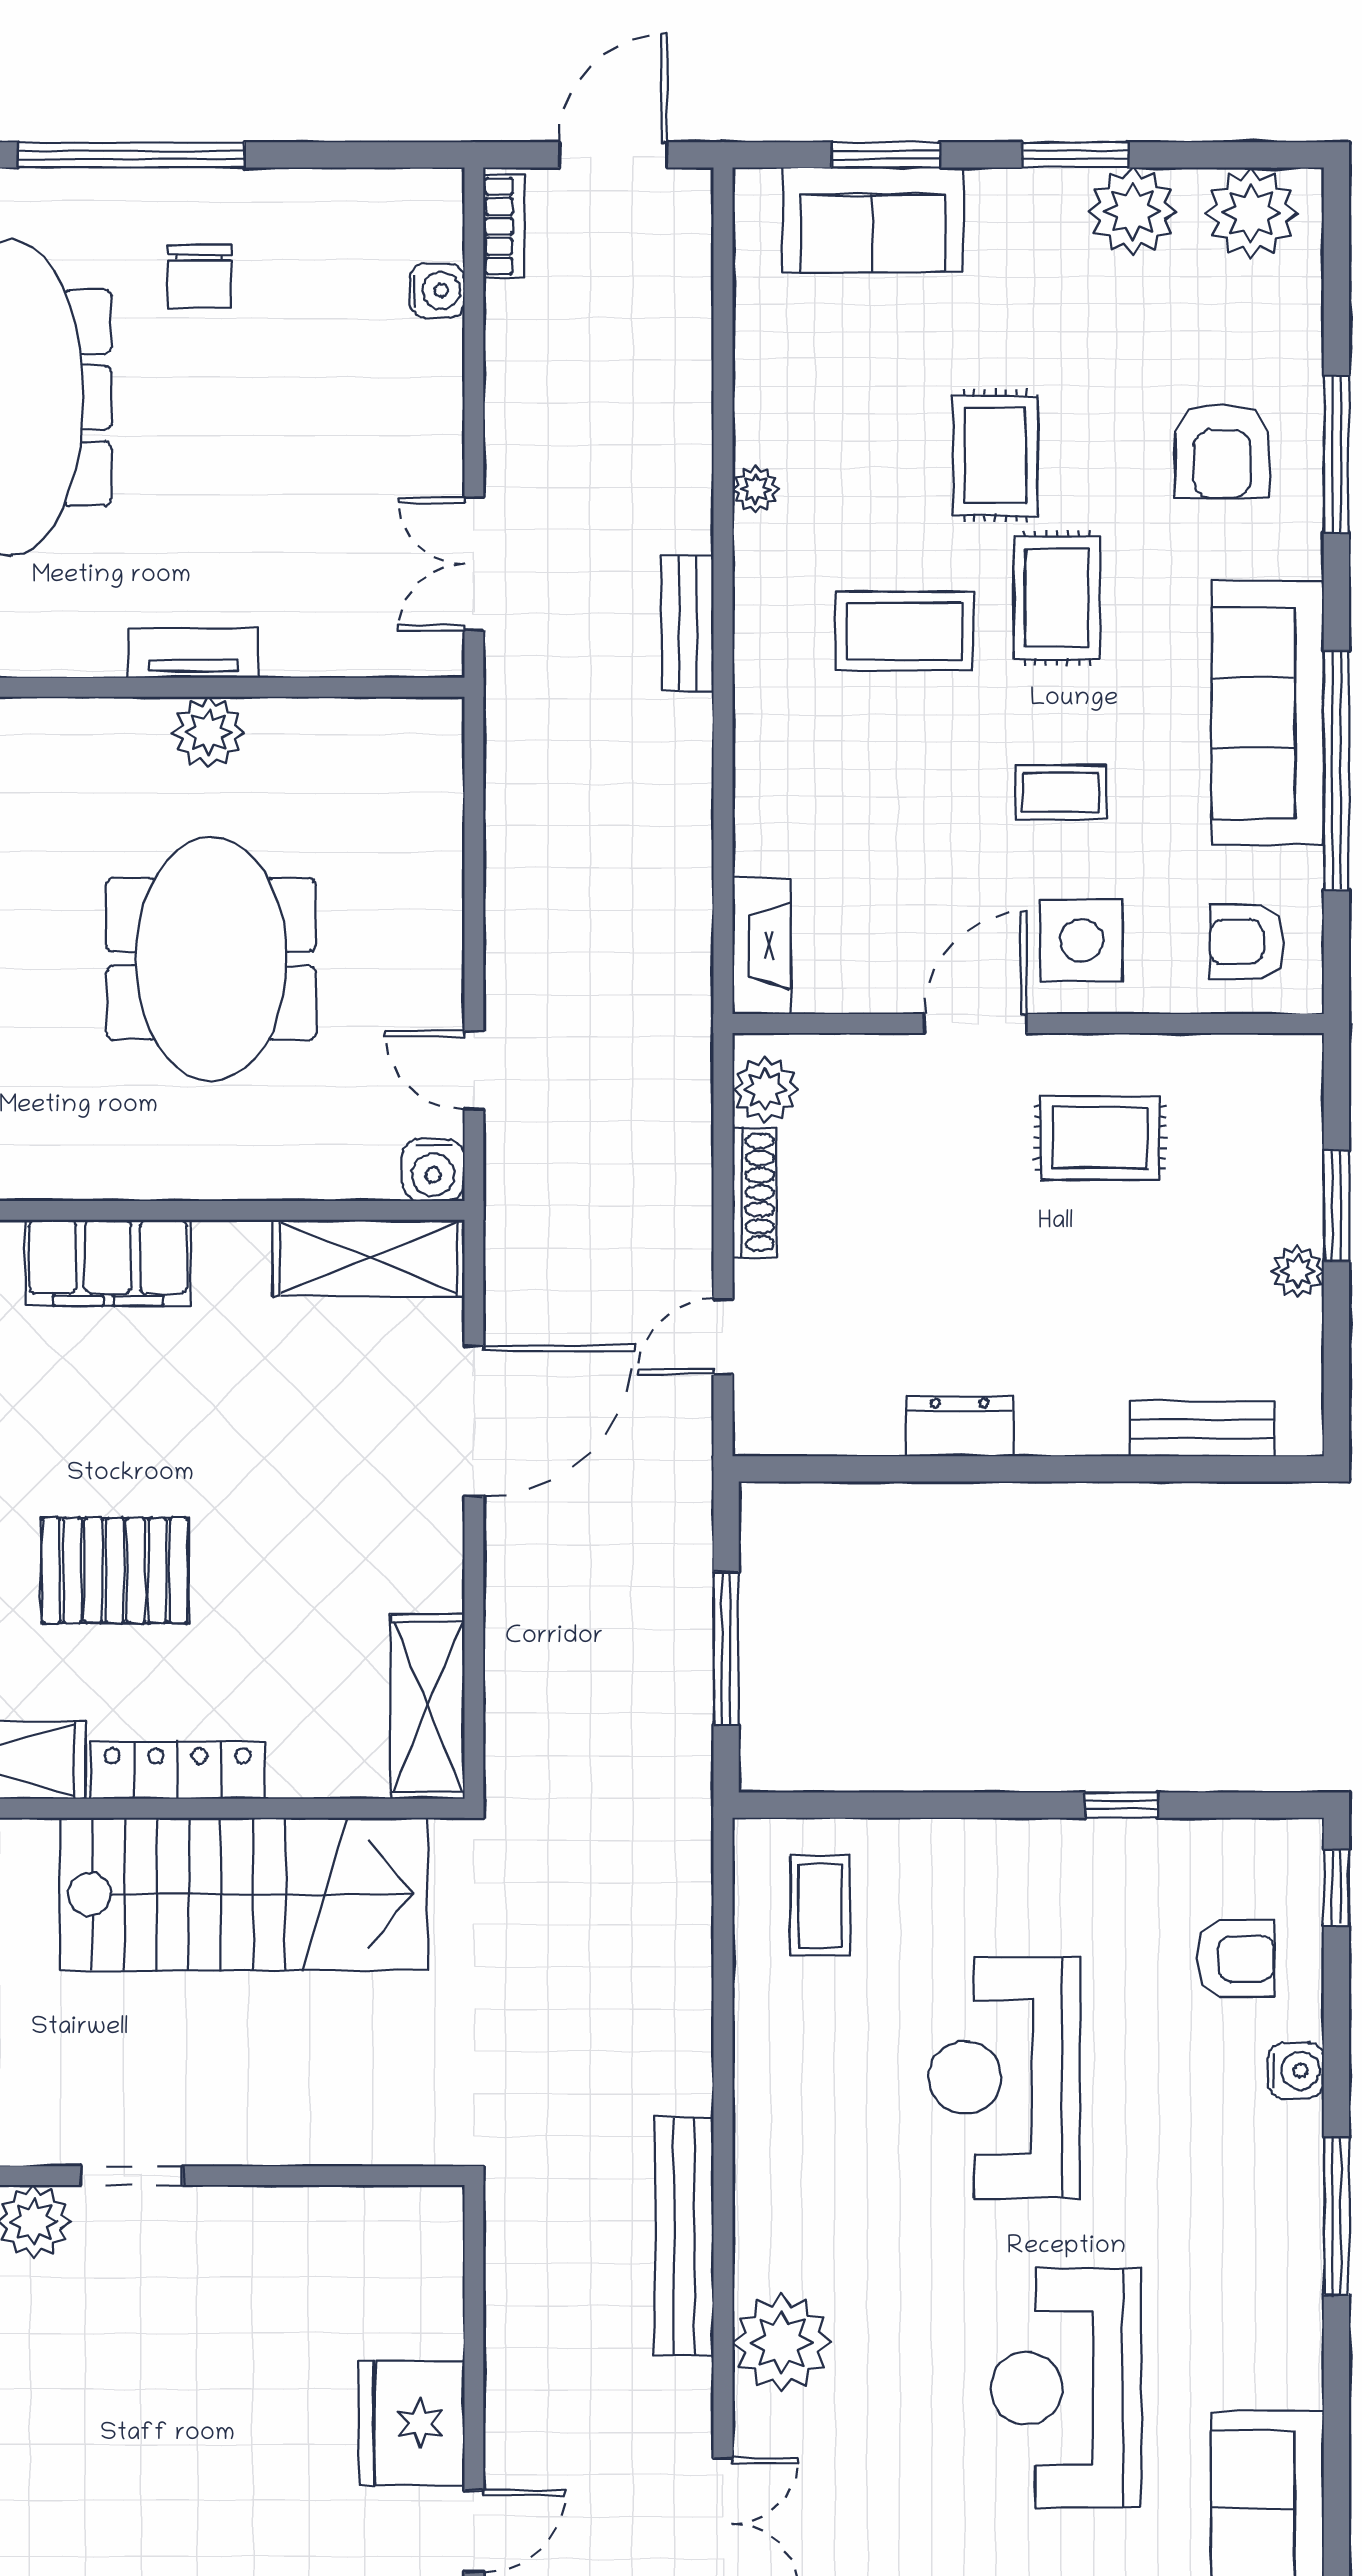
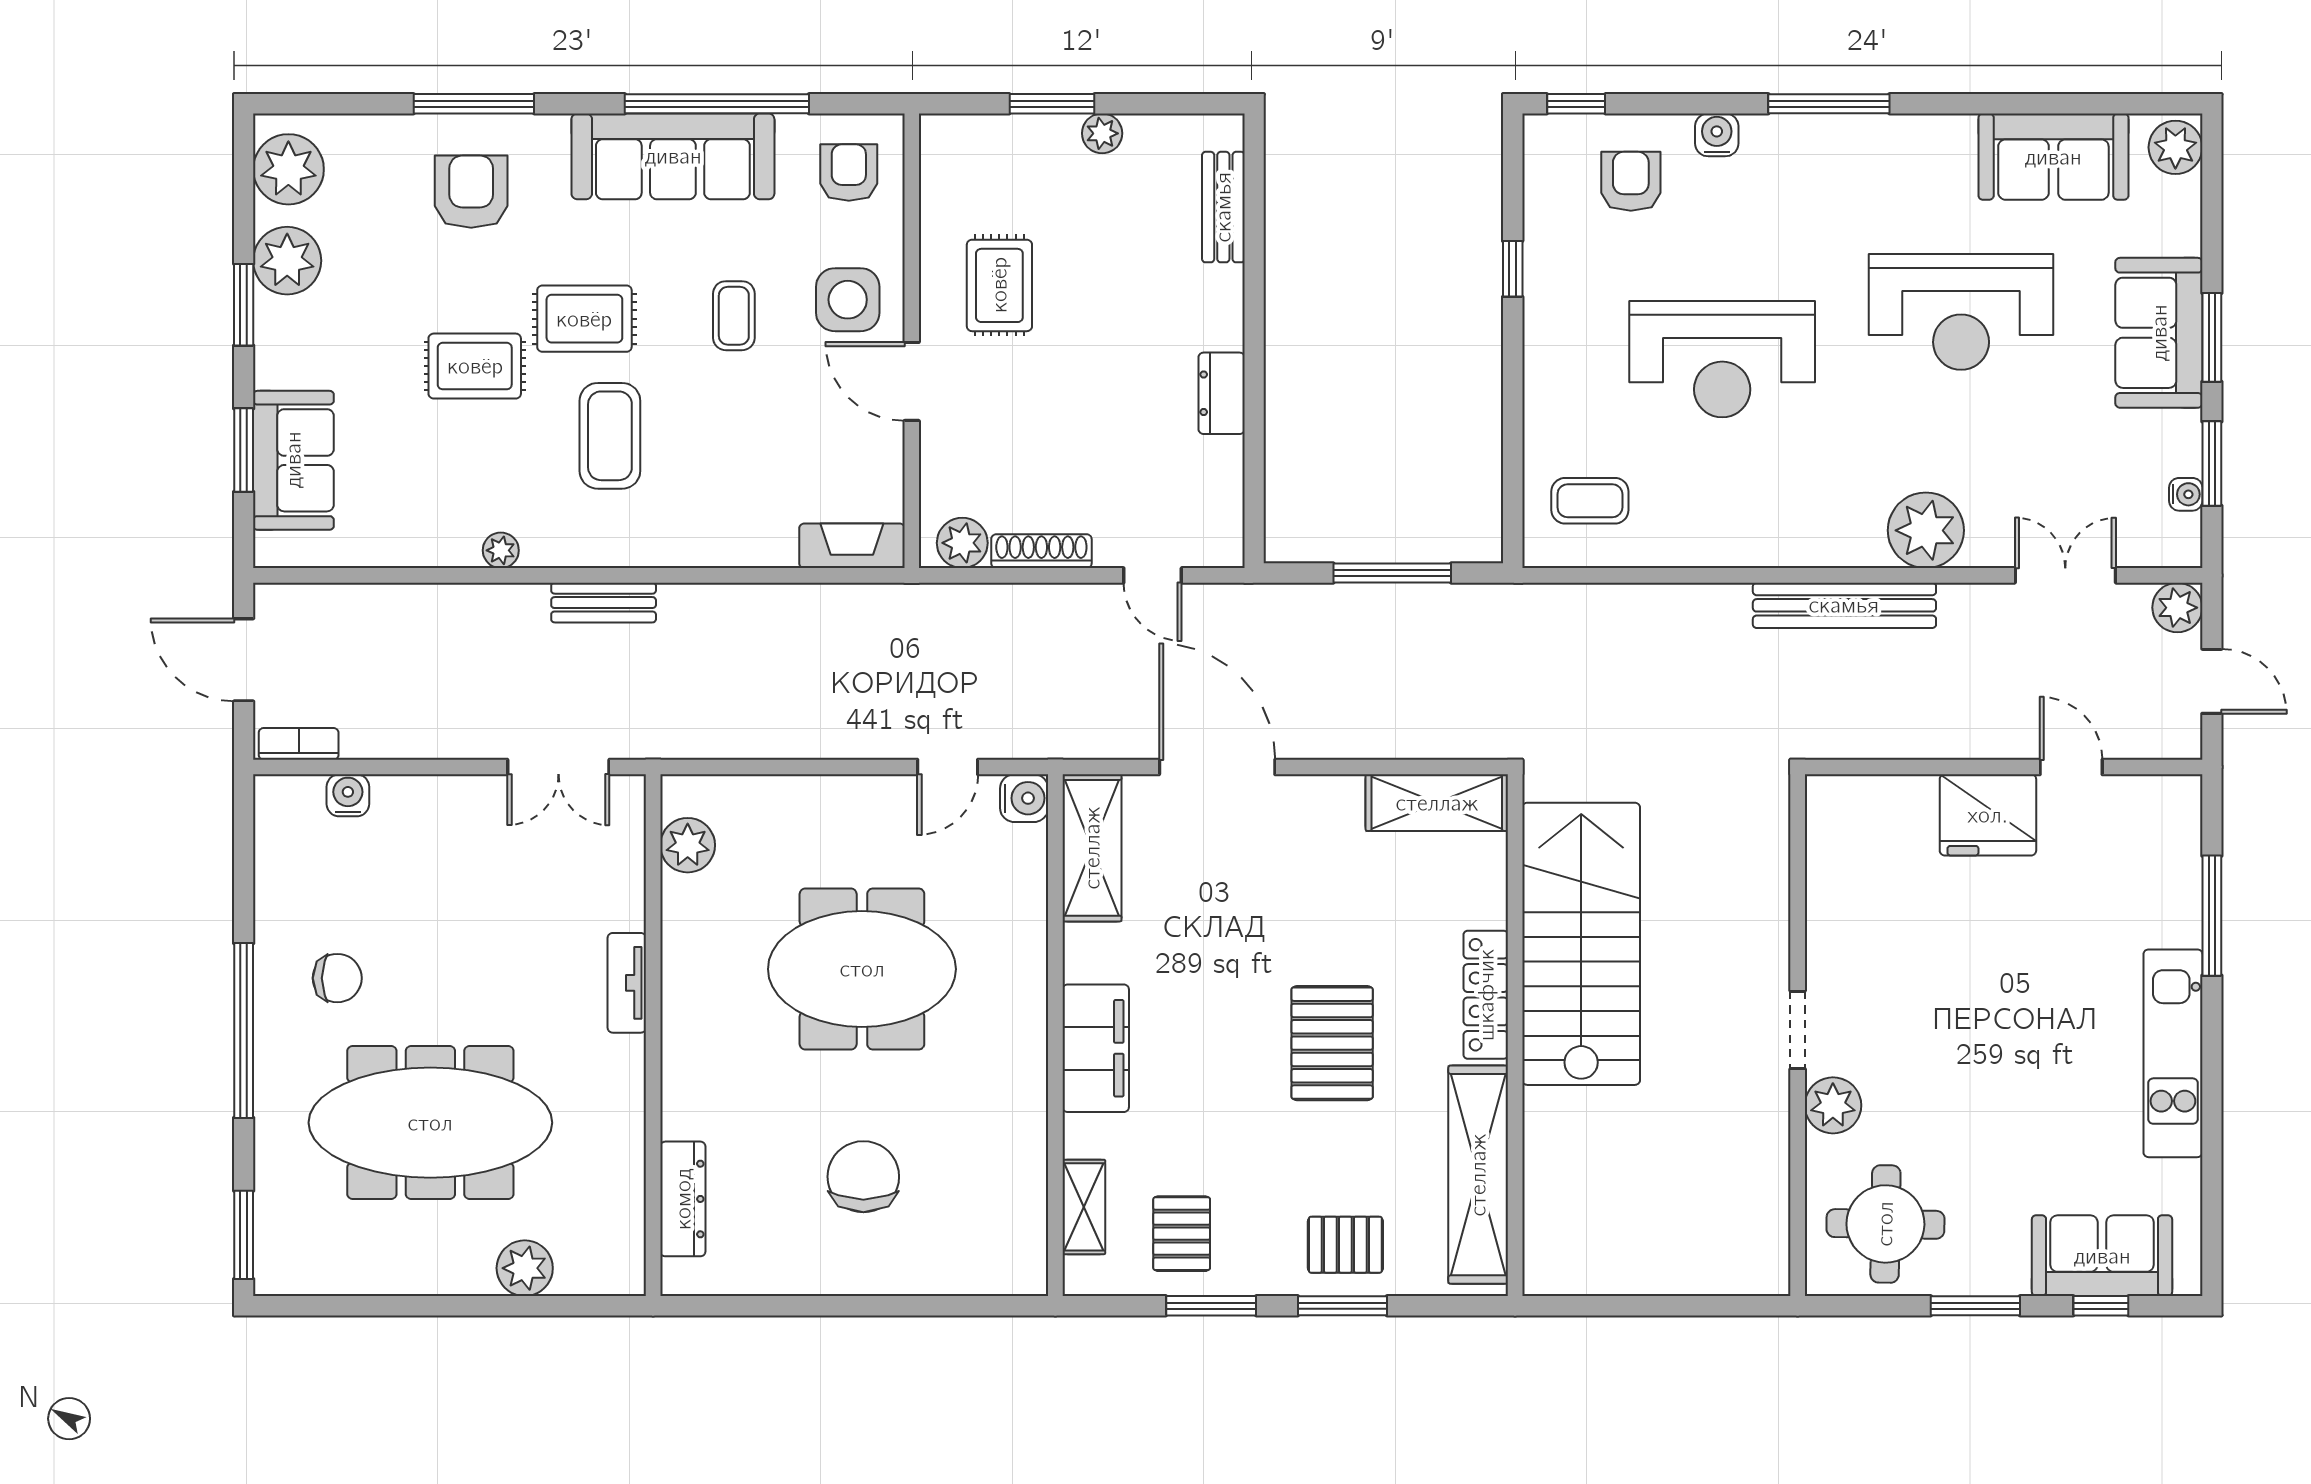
armchair: (1222, 451) -> (471, 192), turned -90
plant: (208, 732) -> (688, 845), moved
armchair: (1247, 942) -> (849, 173), turned 180

